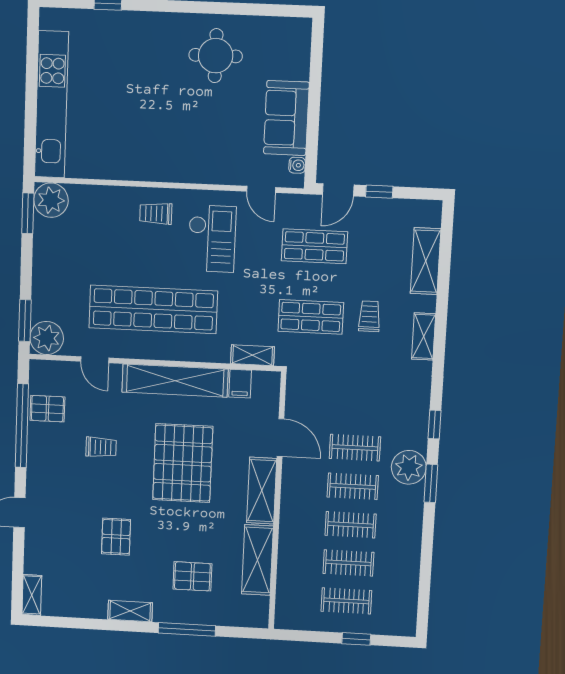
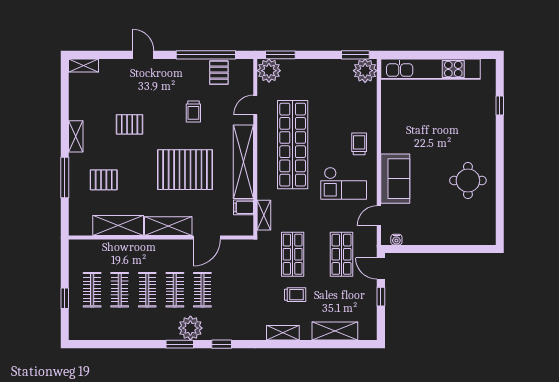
sofa: (286, 118) -> (395, 179), moved, turned 90
pallet: (192, 576) -> (104, 180), turned 90

